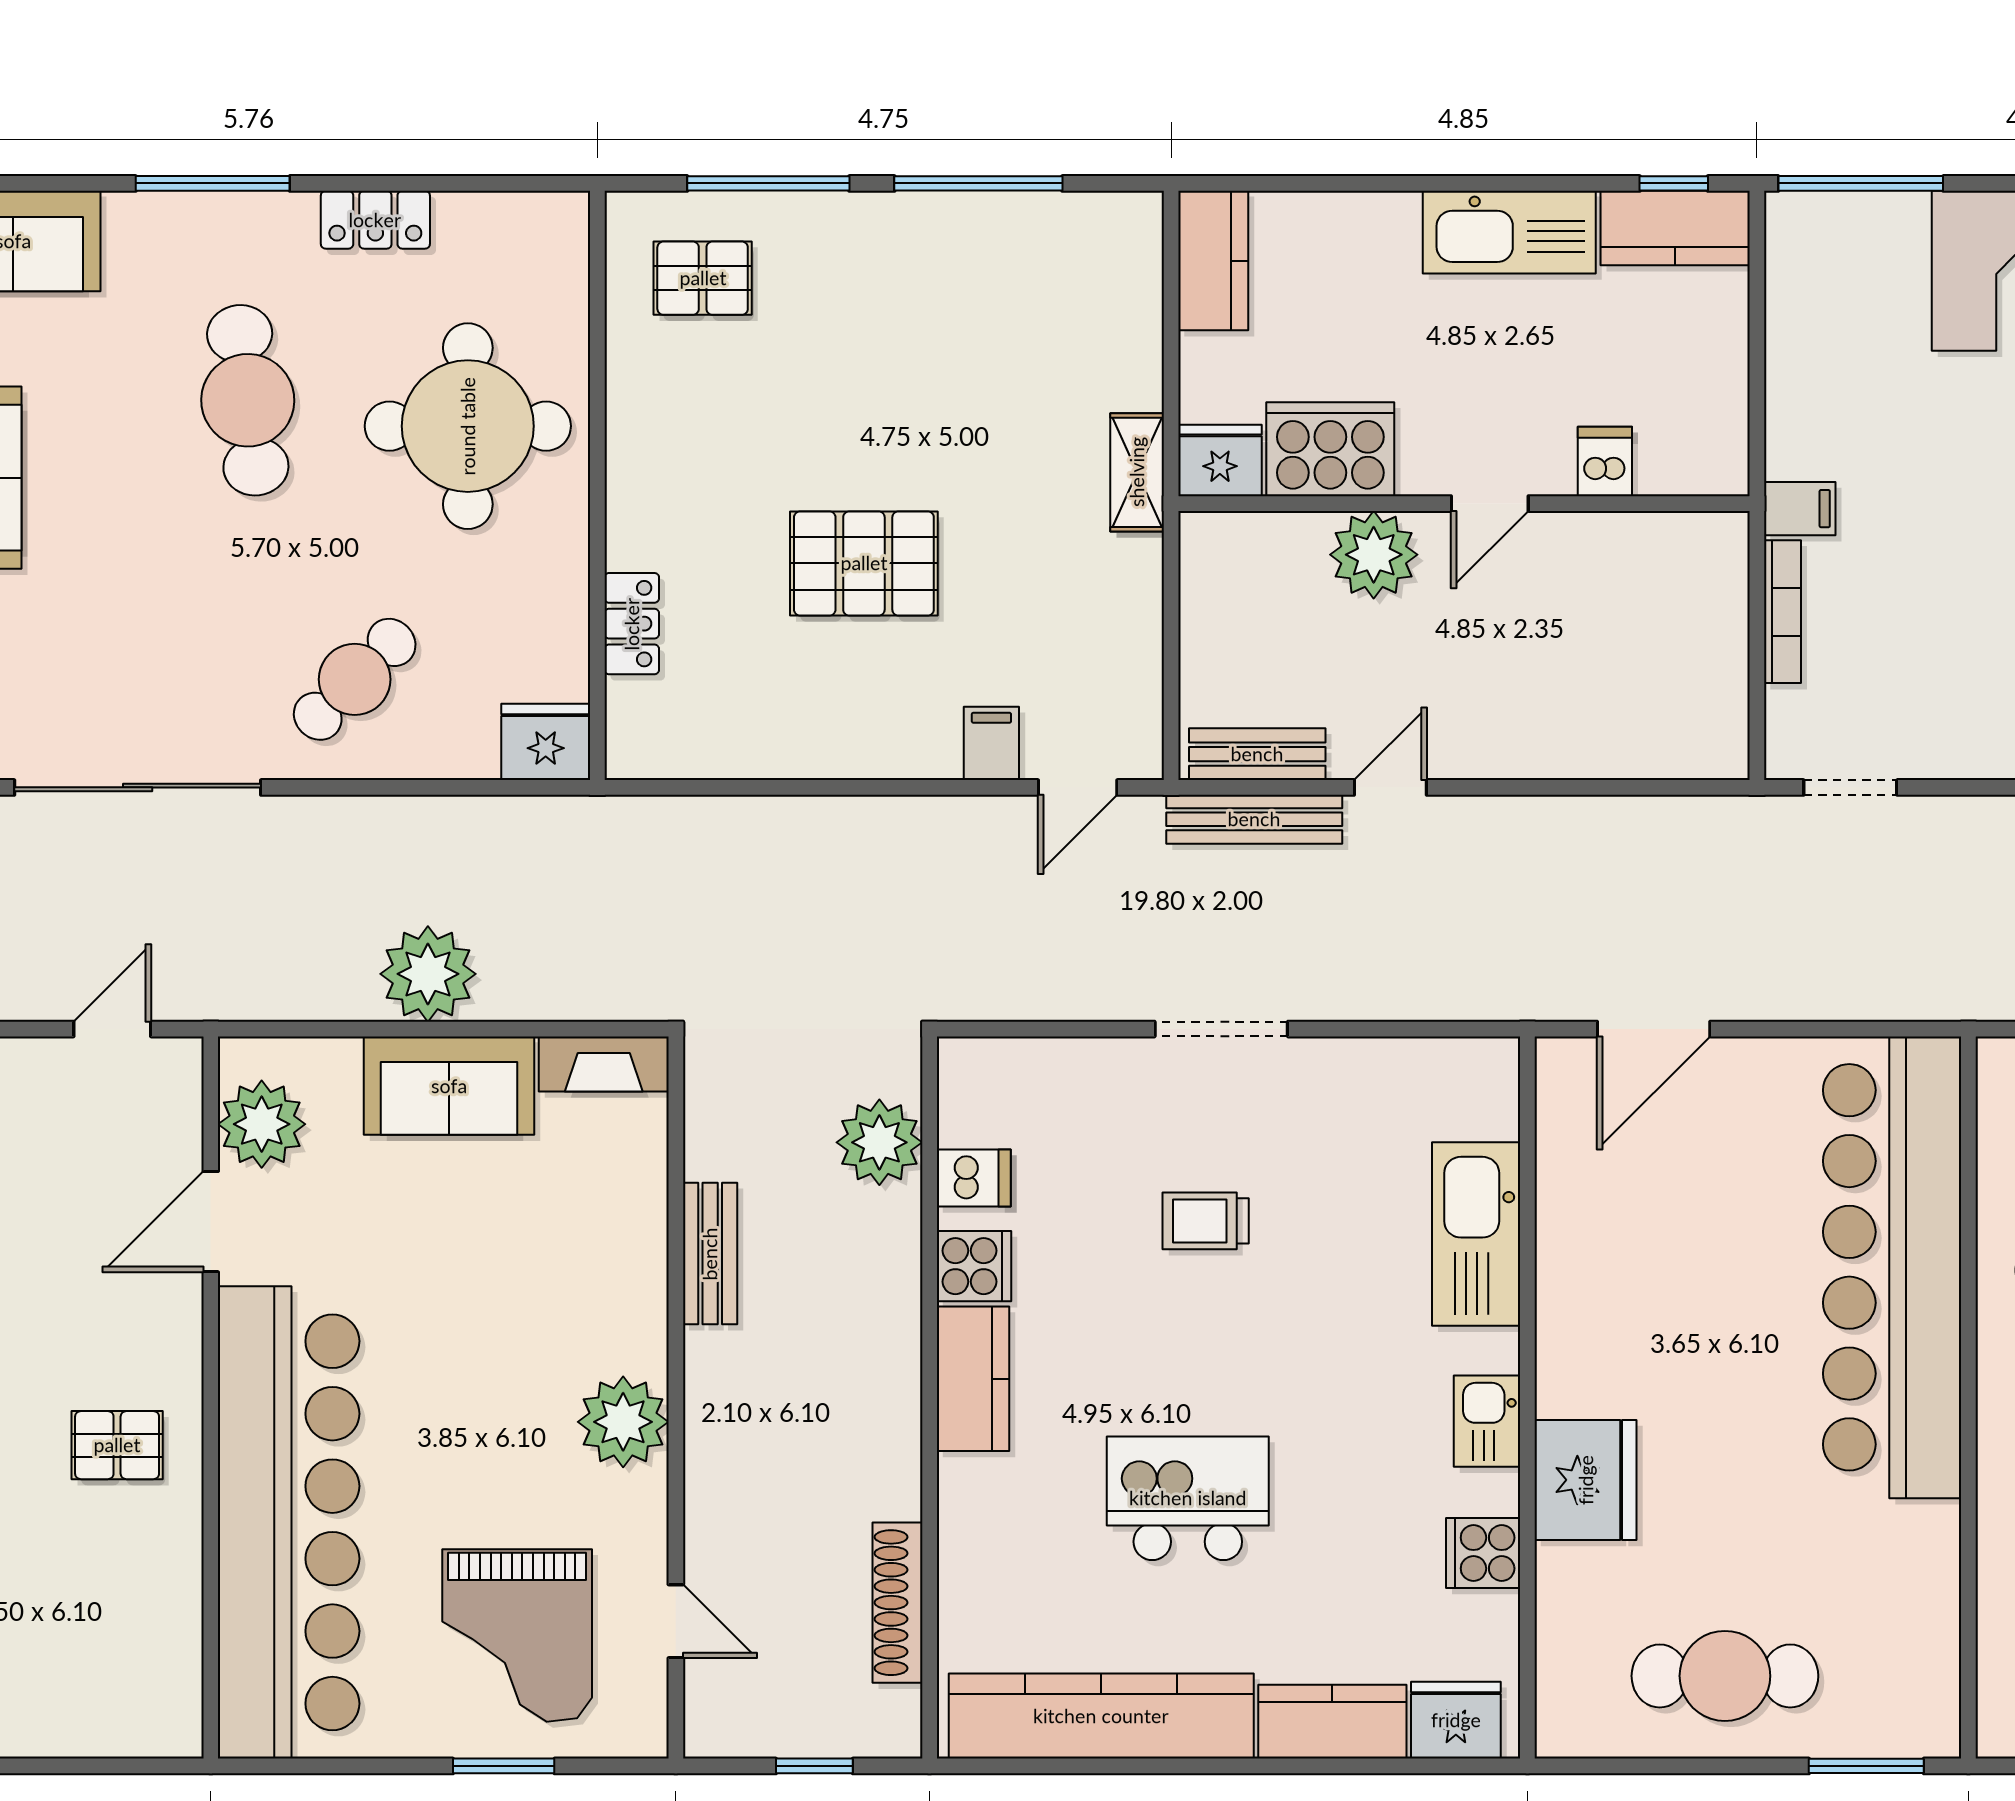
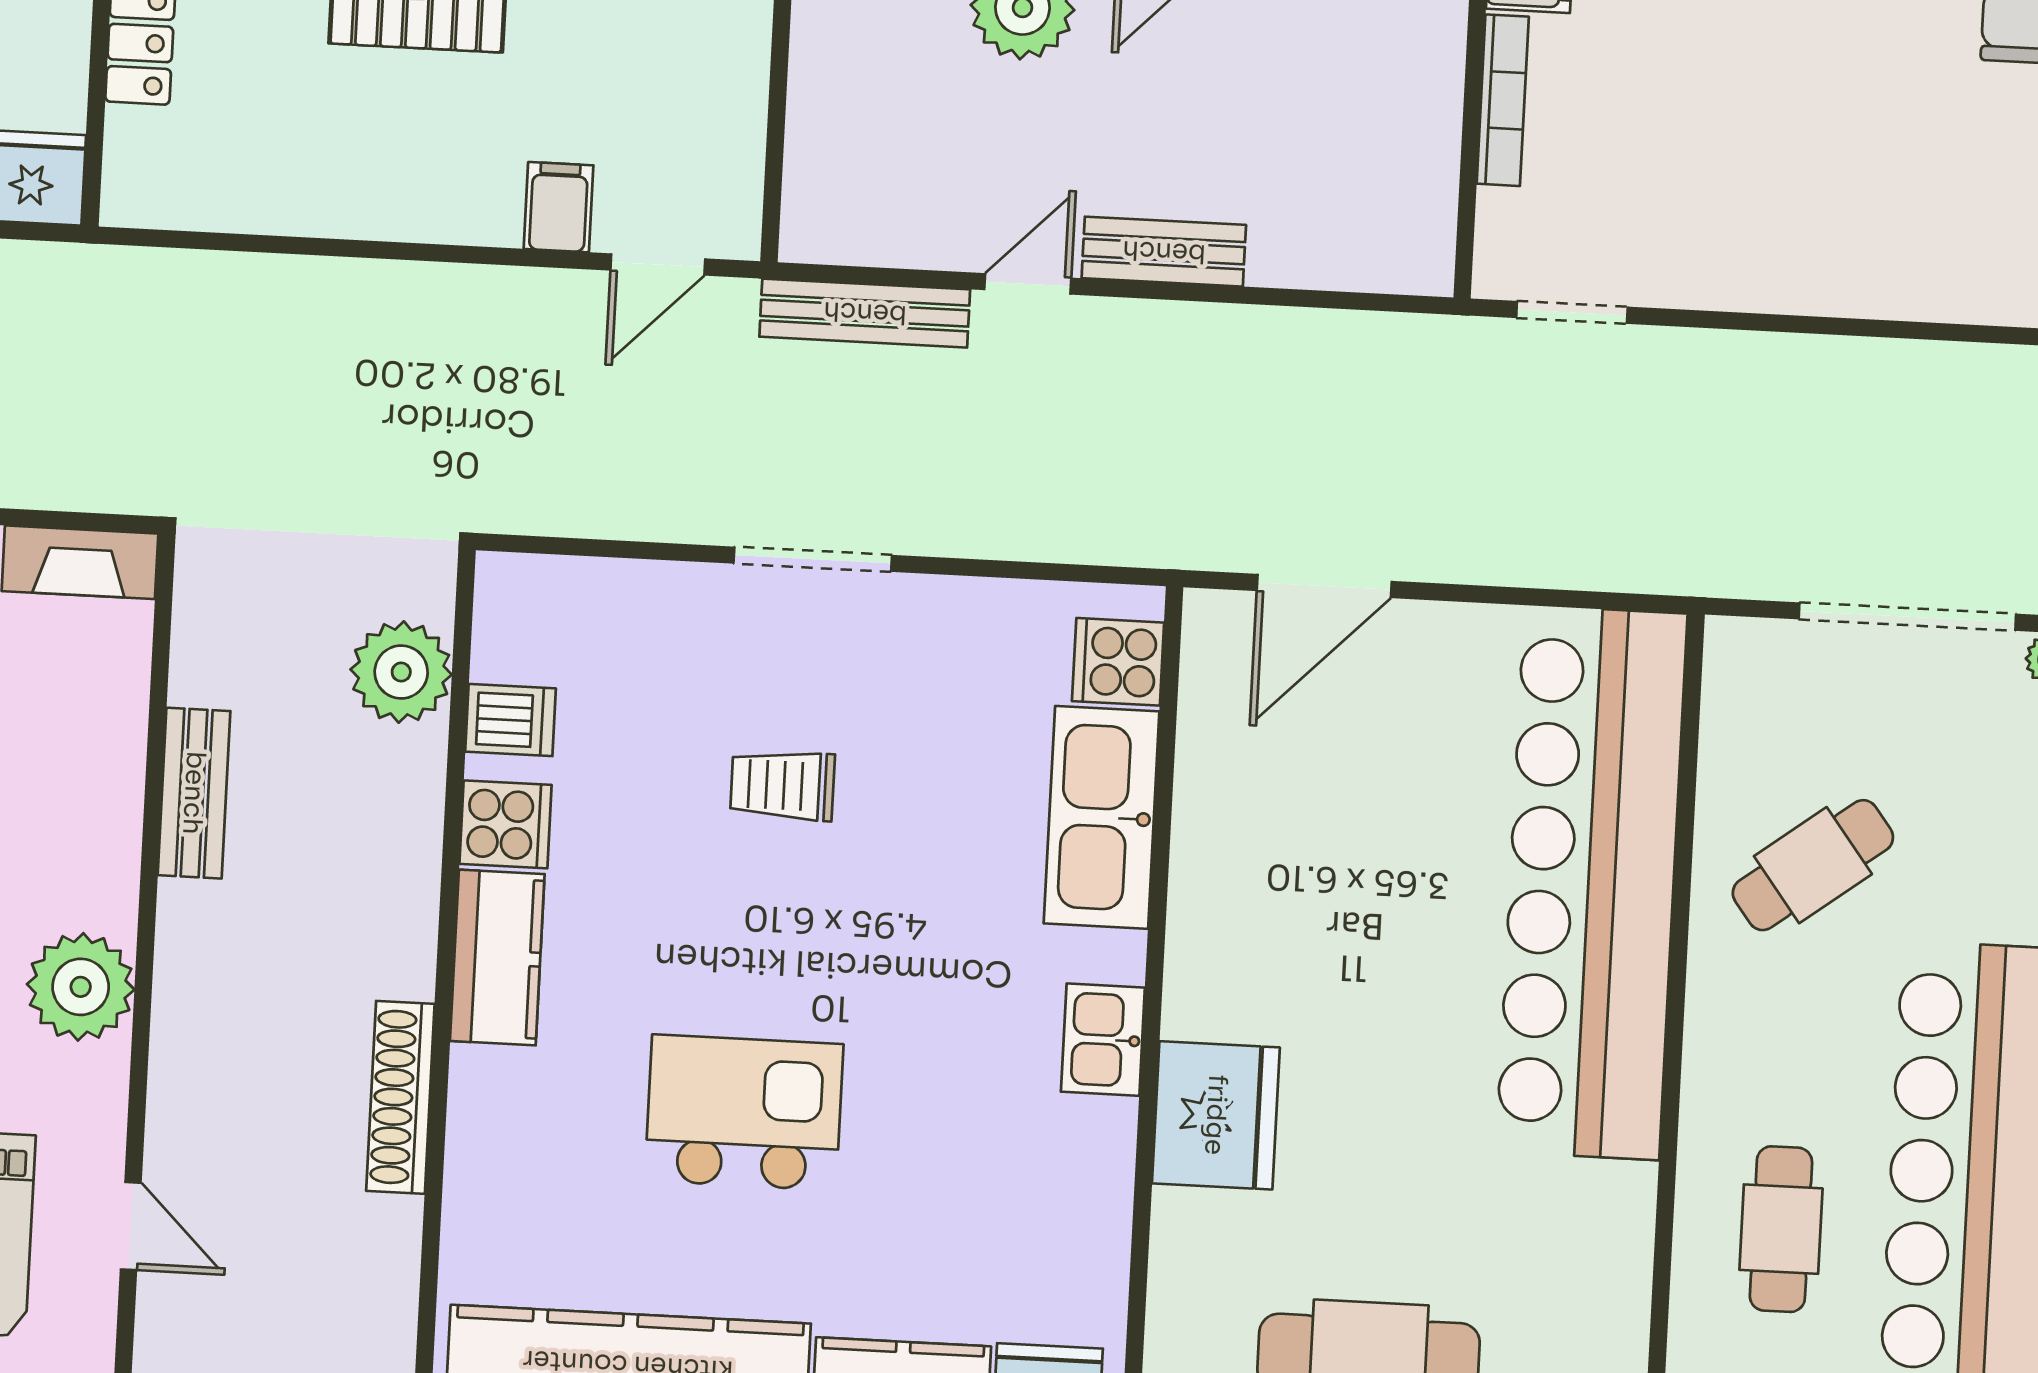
bench: (1257, 754) -> (1164, 252), moved
cooker: (1483, 1553) -> (1118, 662), moved
shoe rack: (897, 1603) -> (400, 1097), moved

